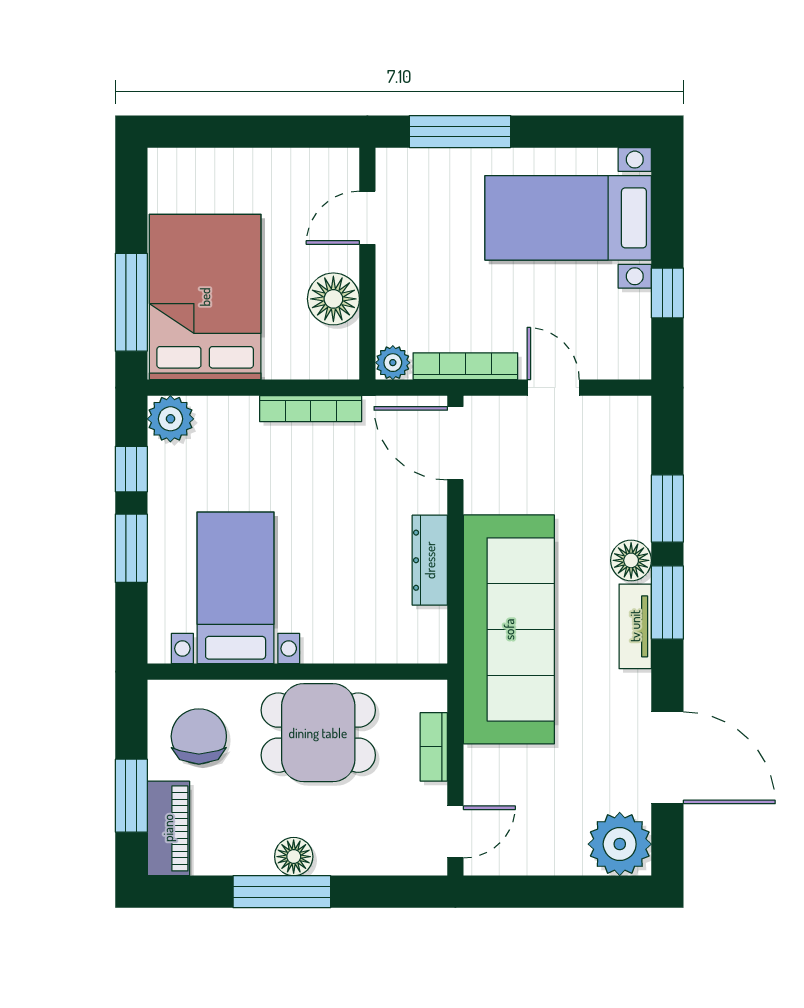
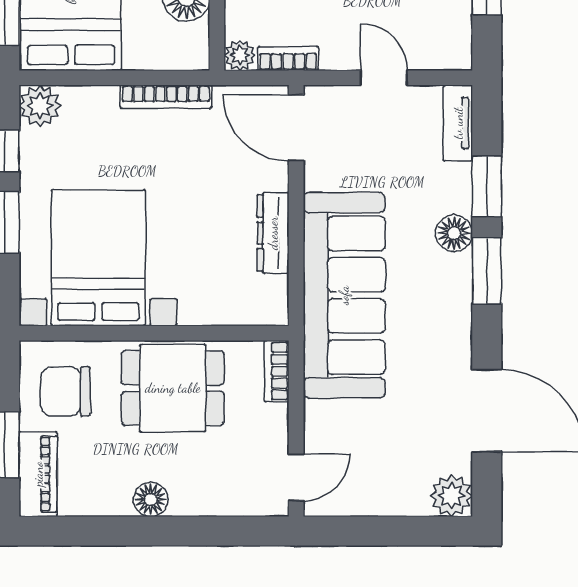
bookcase: (465, 366) -> (288, 59), width x0.64
bed with nightstands: (236, 588) -> (98, 258), width x1.36
tv unit: (635, 626) -> (458, 123), moved
chair: (199, 736) -> (65, 391), turned -90
bookcase: (434, 747) -> (277, 371), moved
plant: (620, 844) -> (451, 496), width x0.73, depth x0.73
window: (282, 892) -> (140, 531), removed

